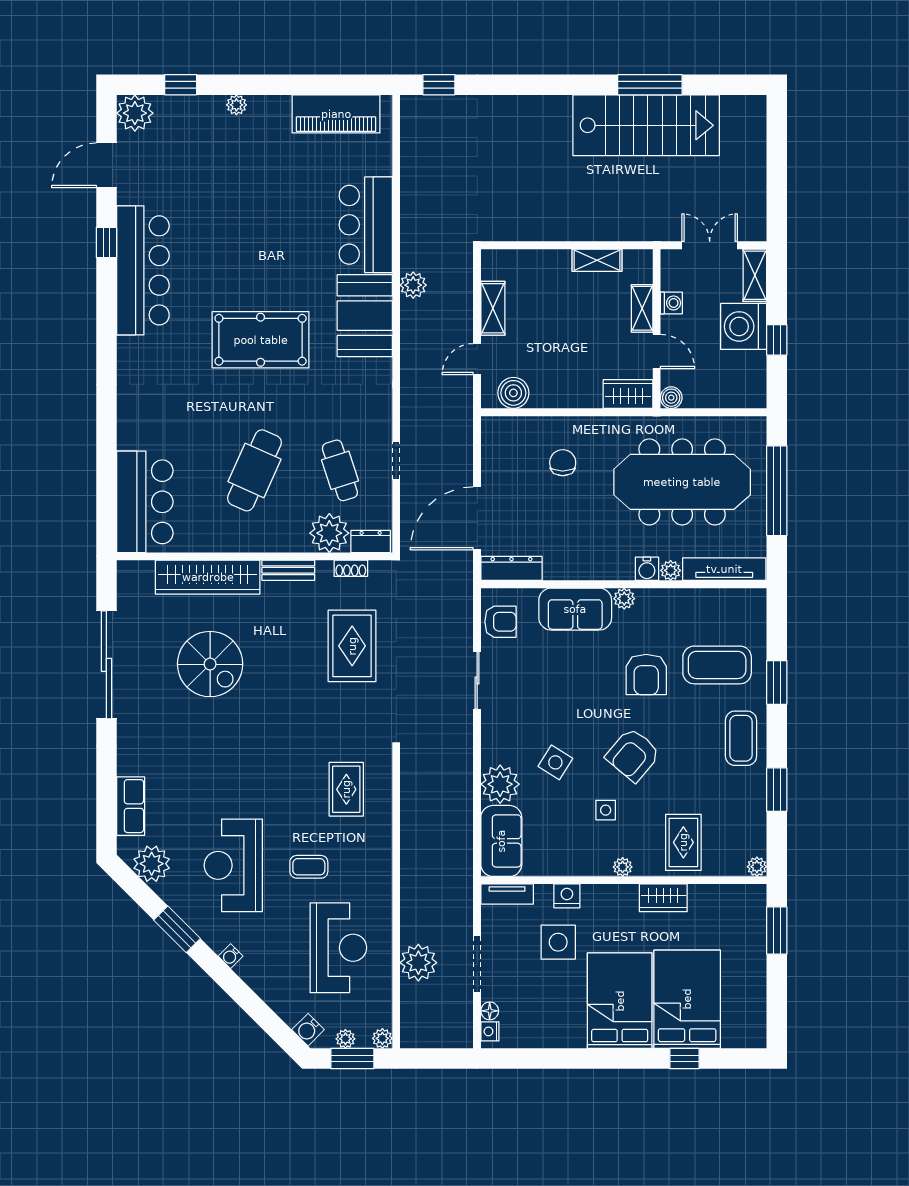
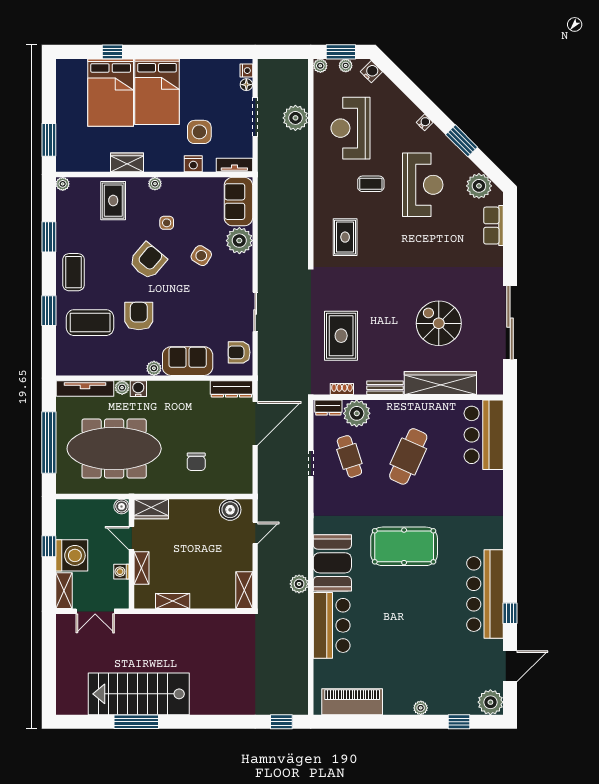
shelving: (493, 308) -> (244, 590), moved

